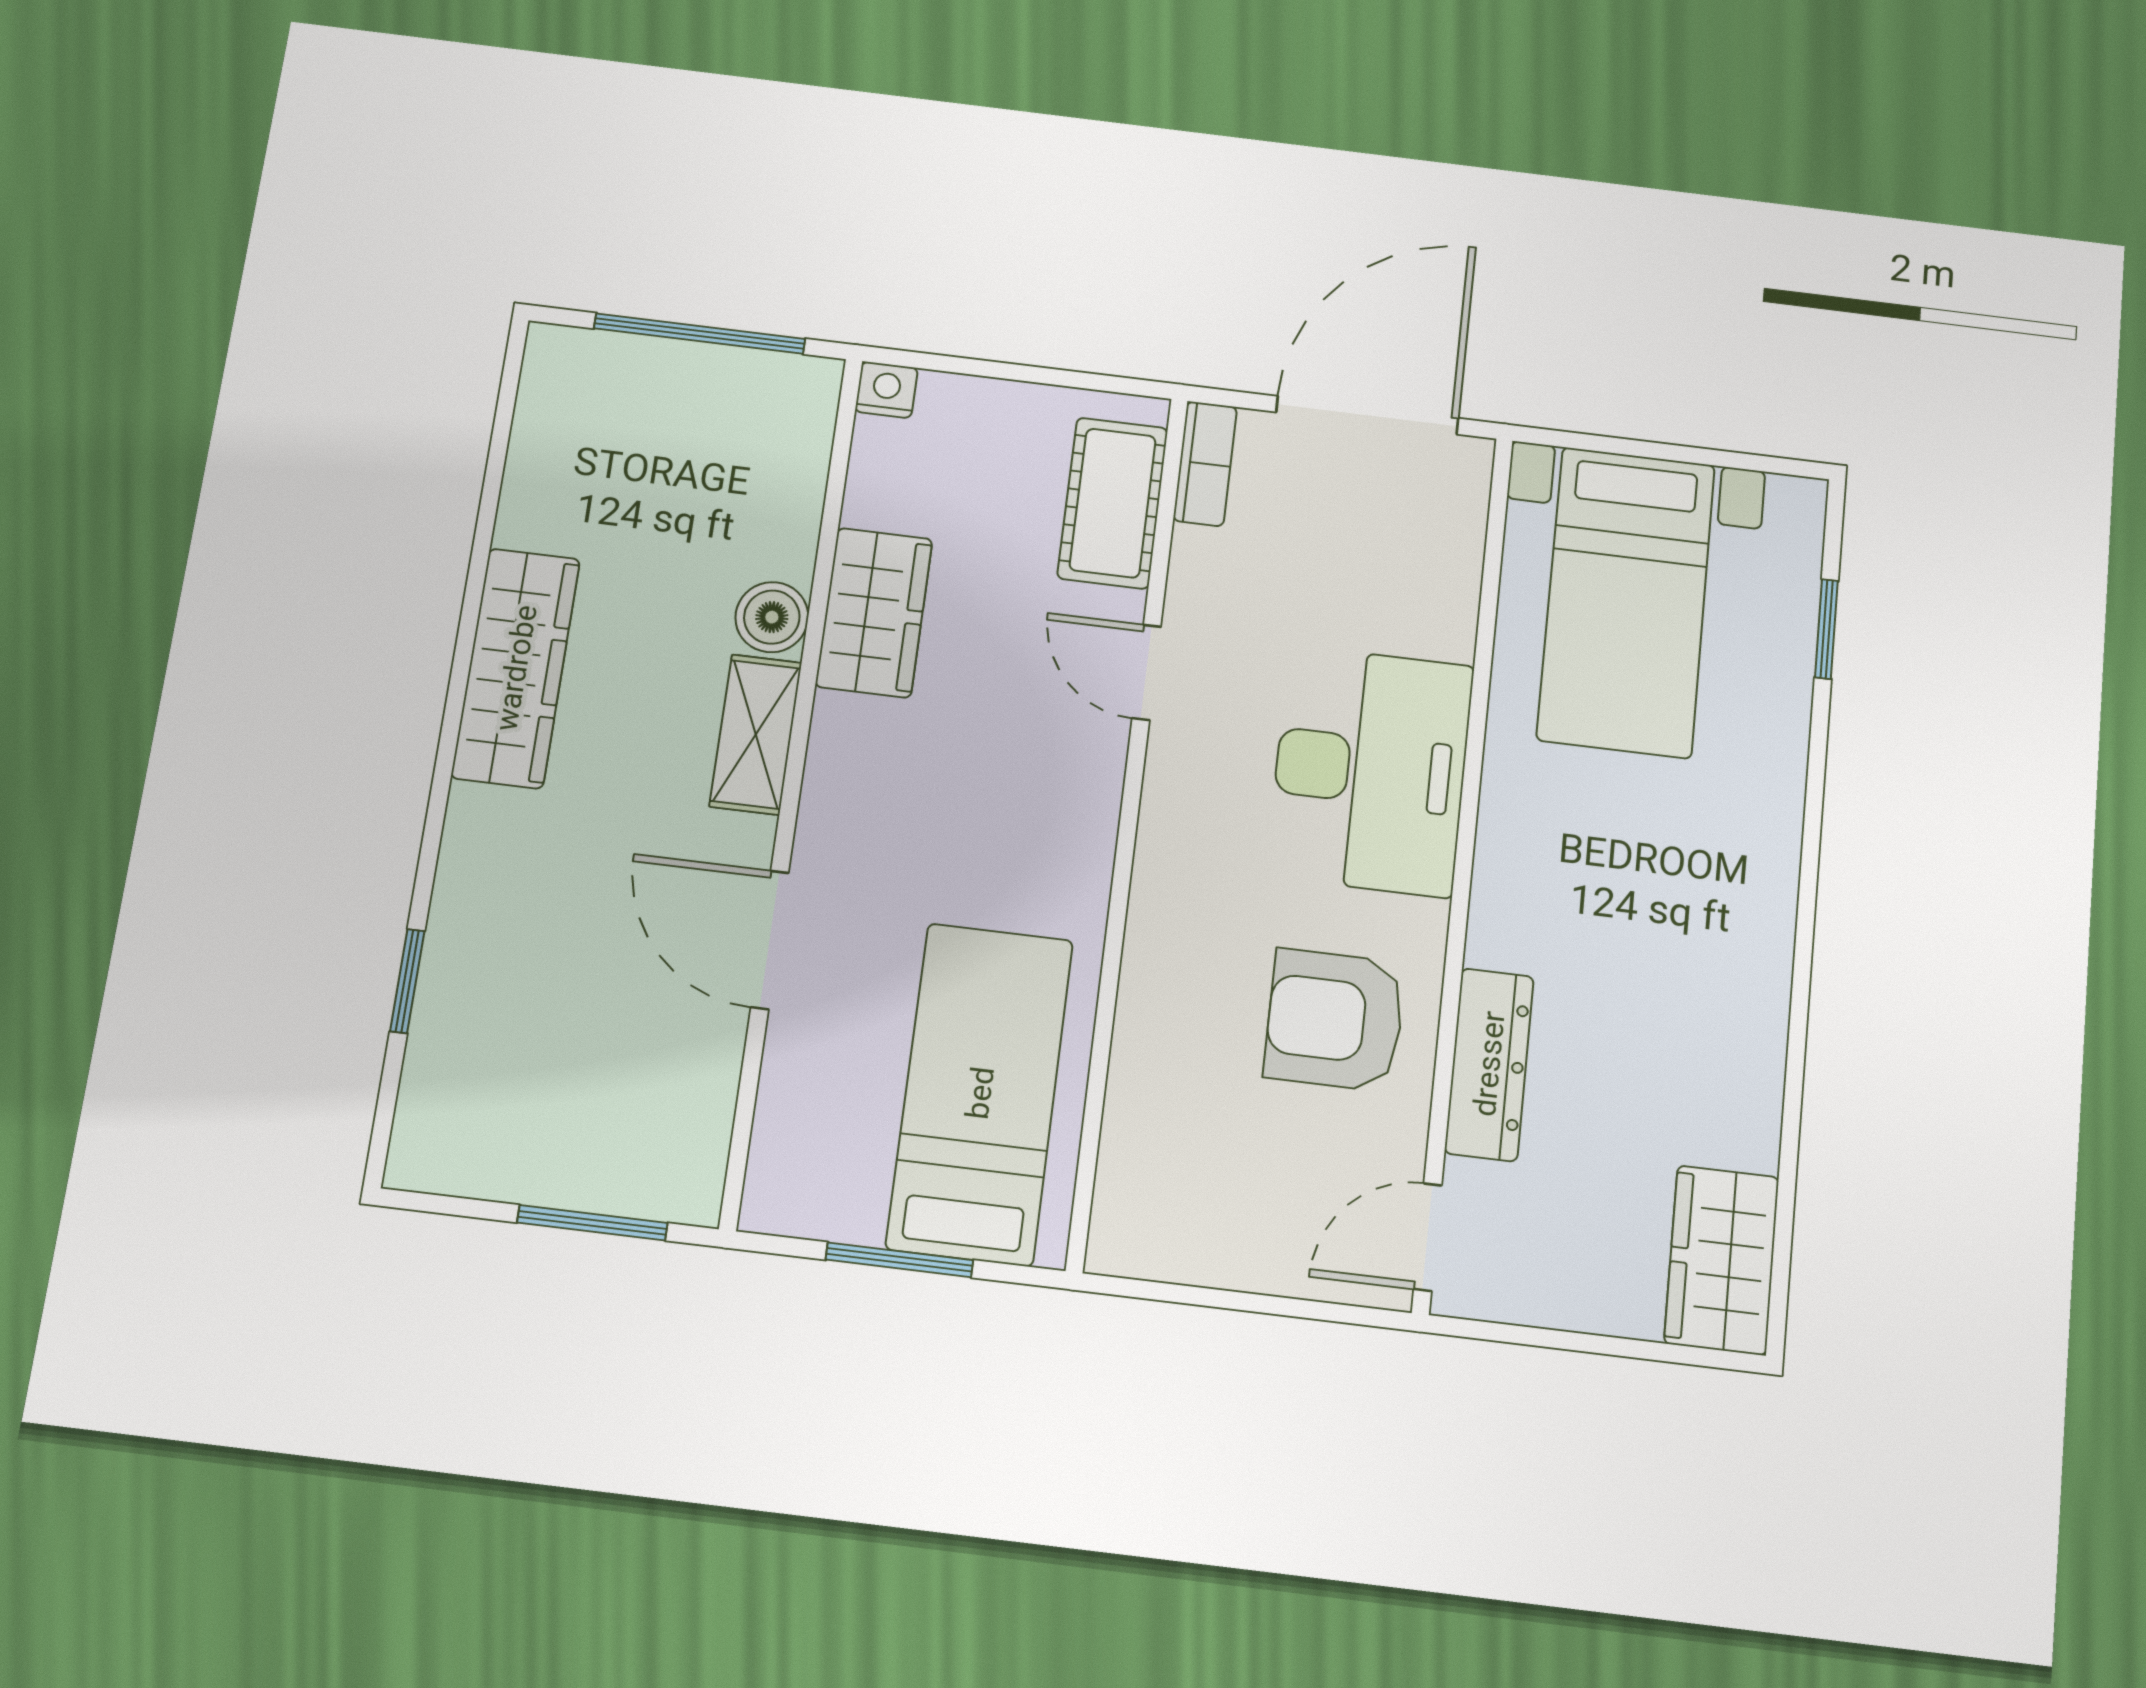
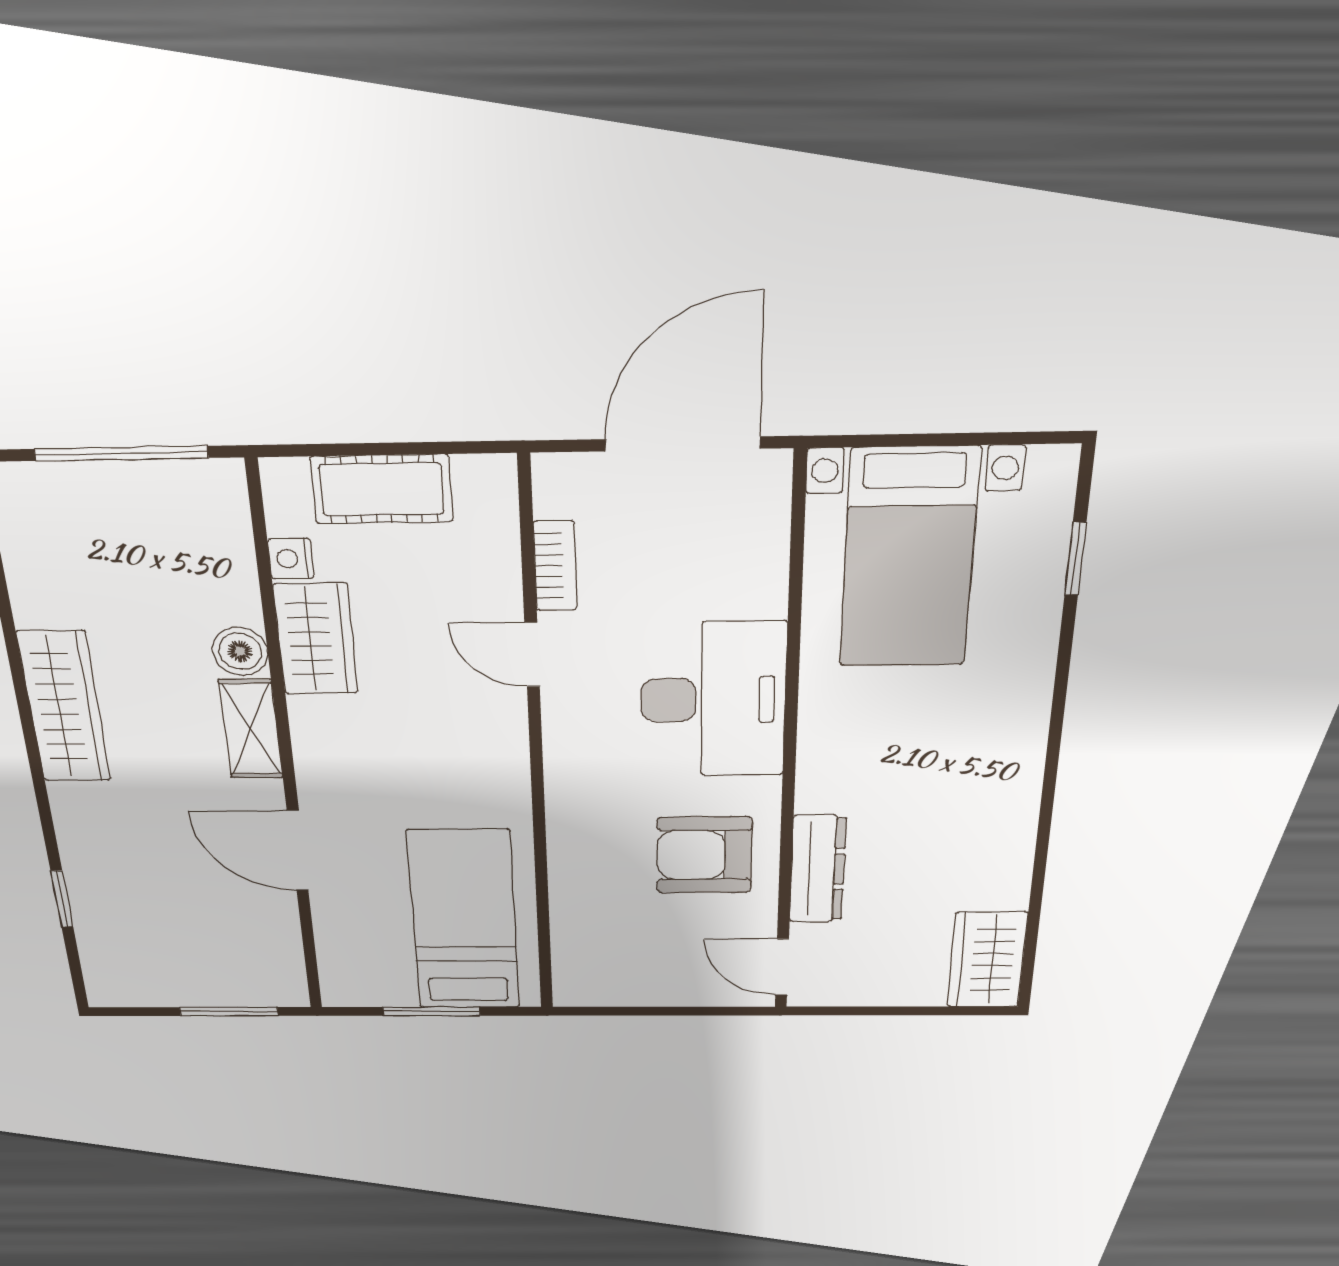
nightstand: (886, 390) -> (291, 559), moved, turned -90
bookcase: (1205, 464) -> (555, 566), moved
cot: (1113, 503) -> (382, 489), moved, turned 90
door: (1428, 1237) -> (782, 967), hinge flipped

